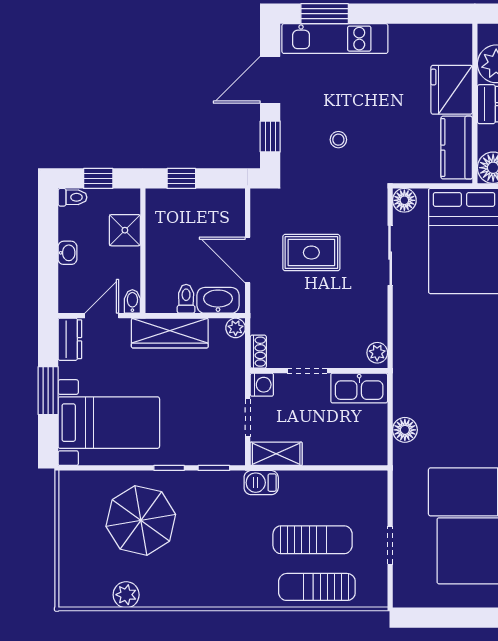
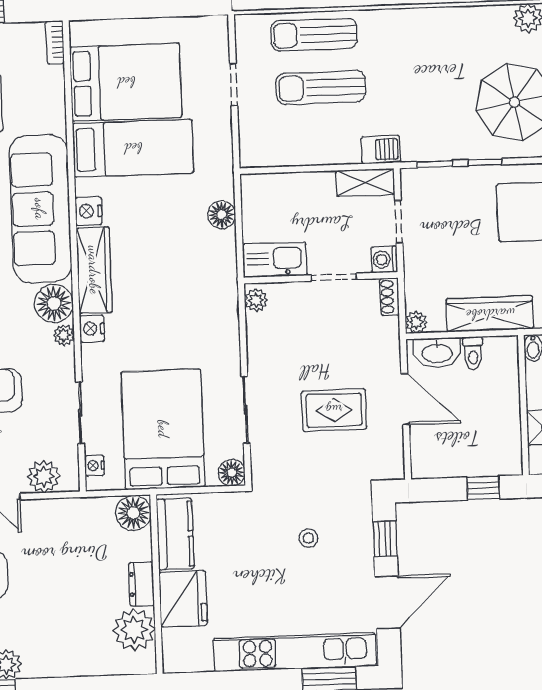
kitchen unit: (335, 39) -> (295, 652), width x1.36
sun lounger: (317, 587) -> (314, 35), turned 180

